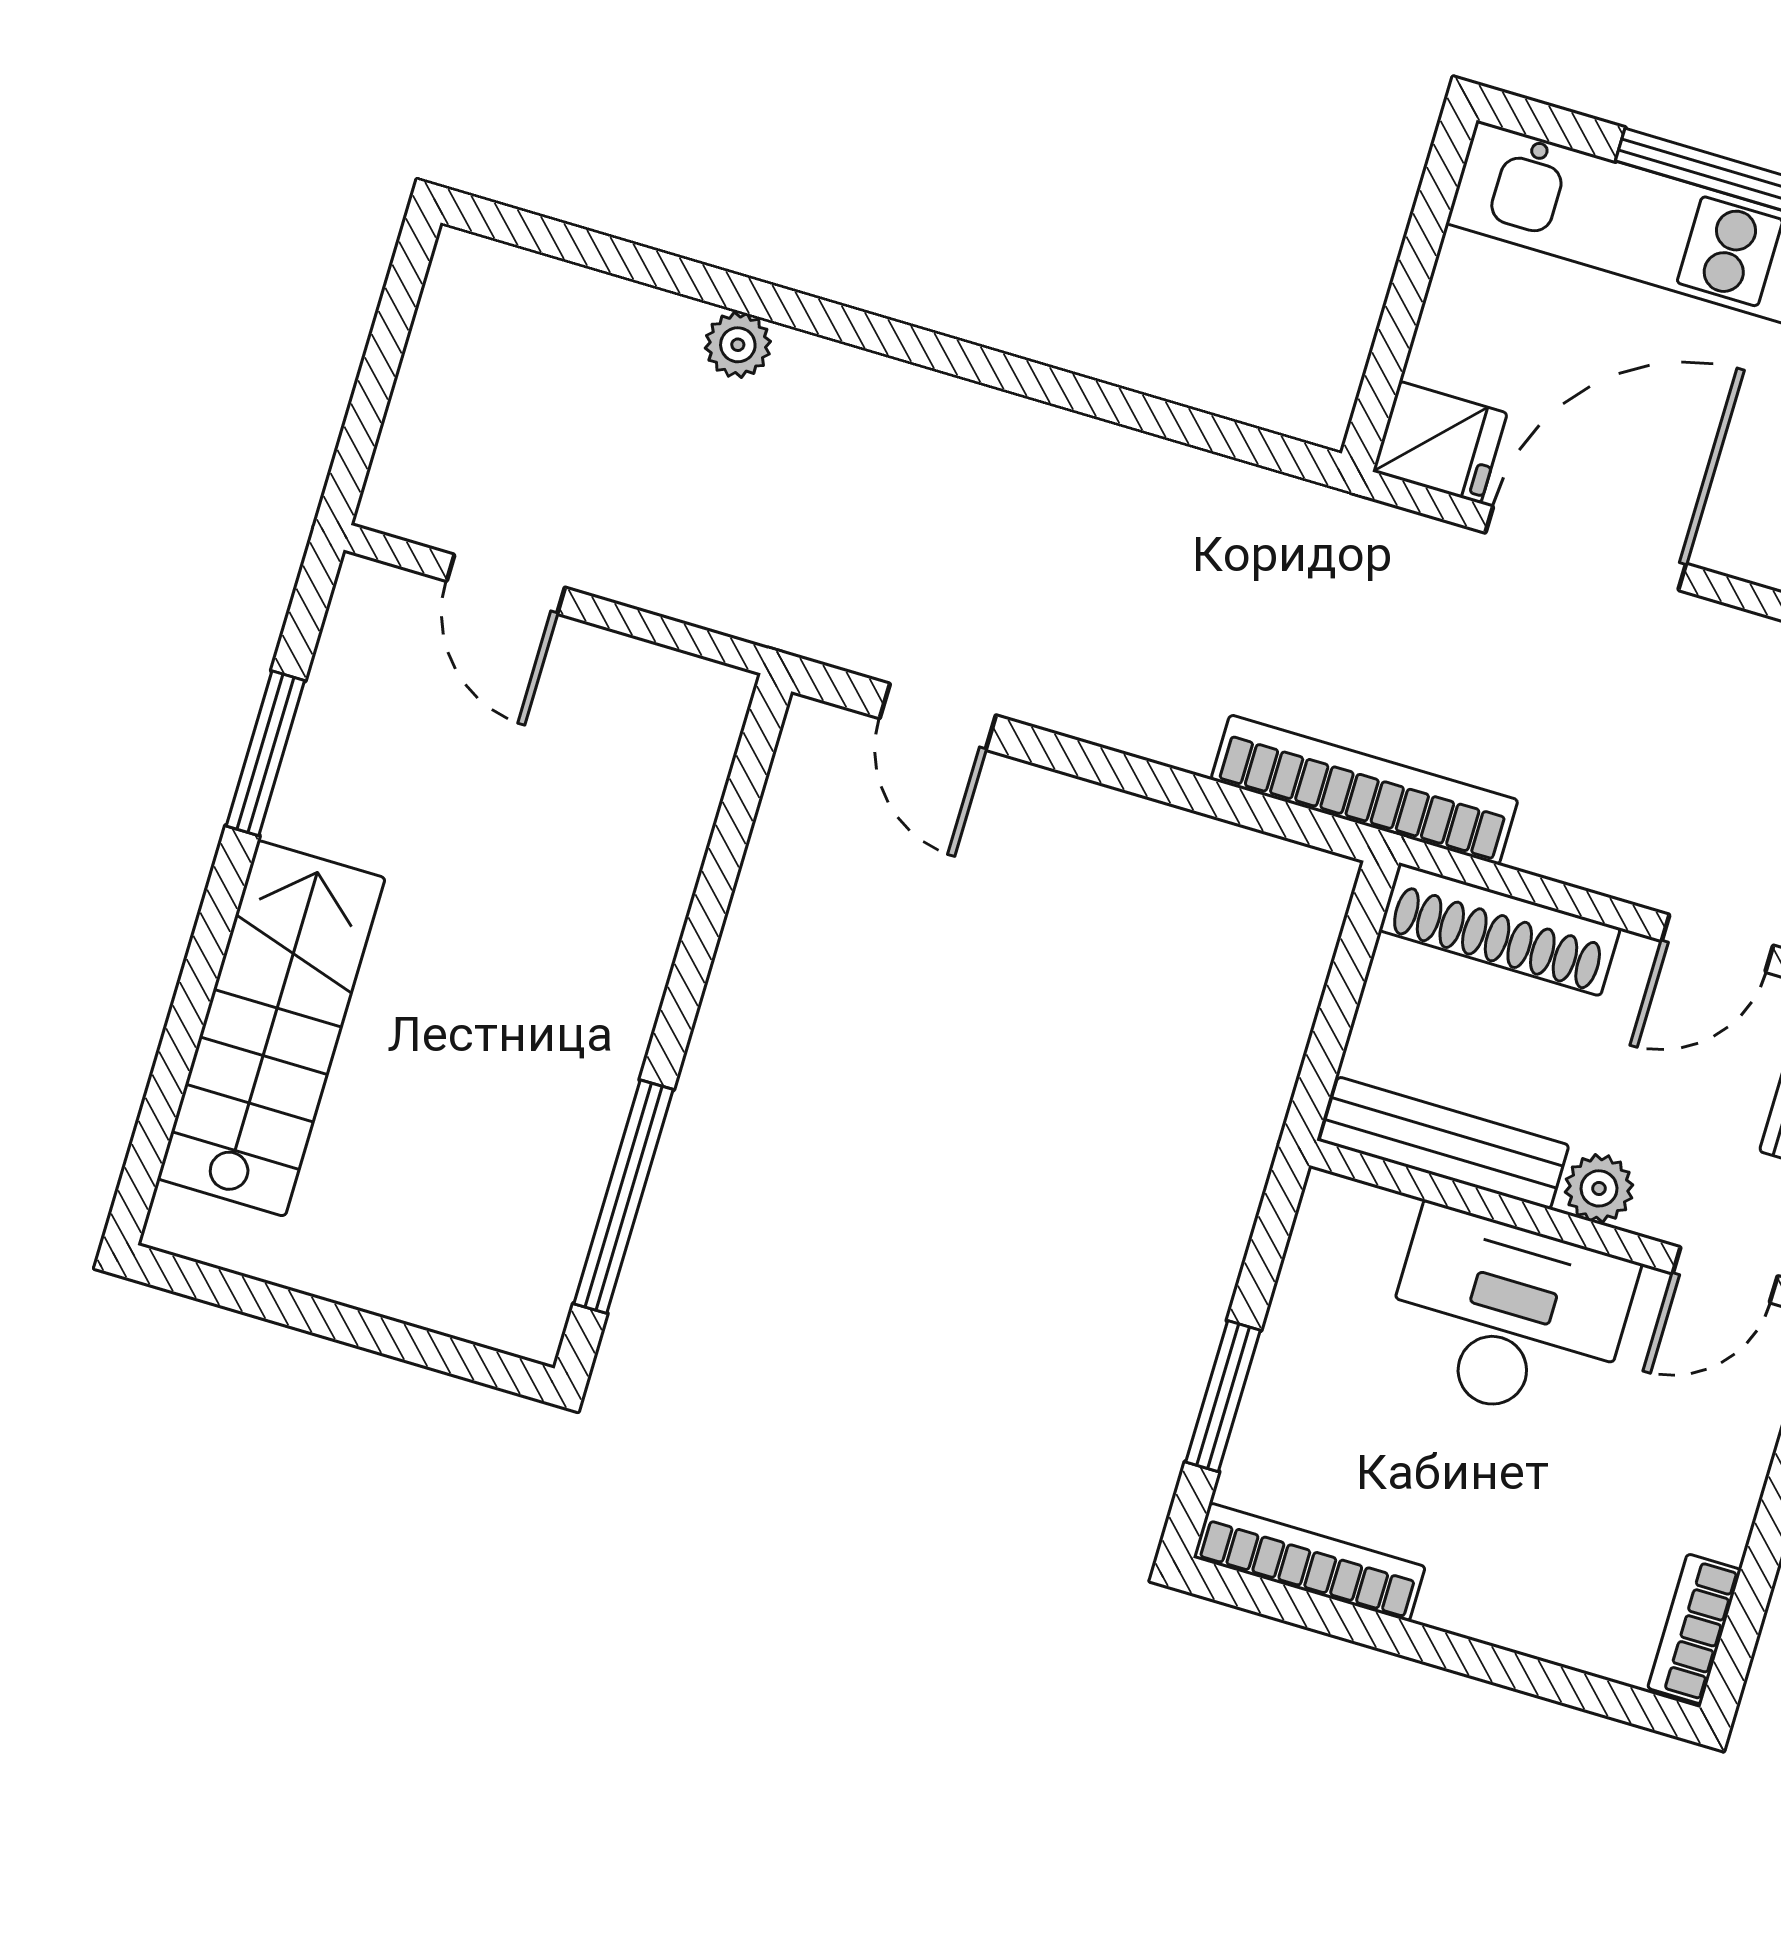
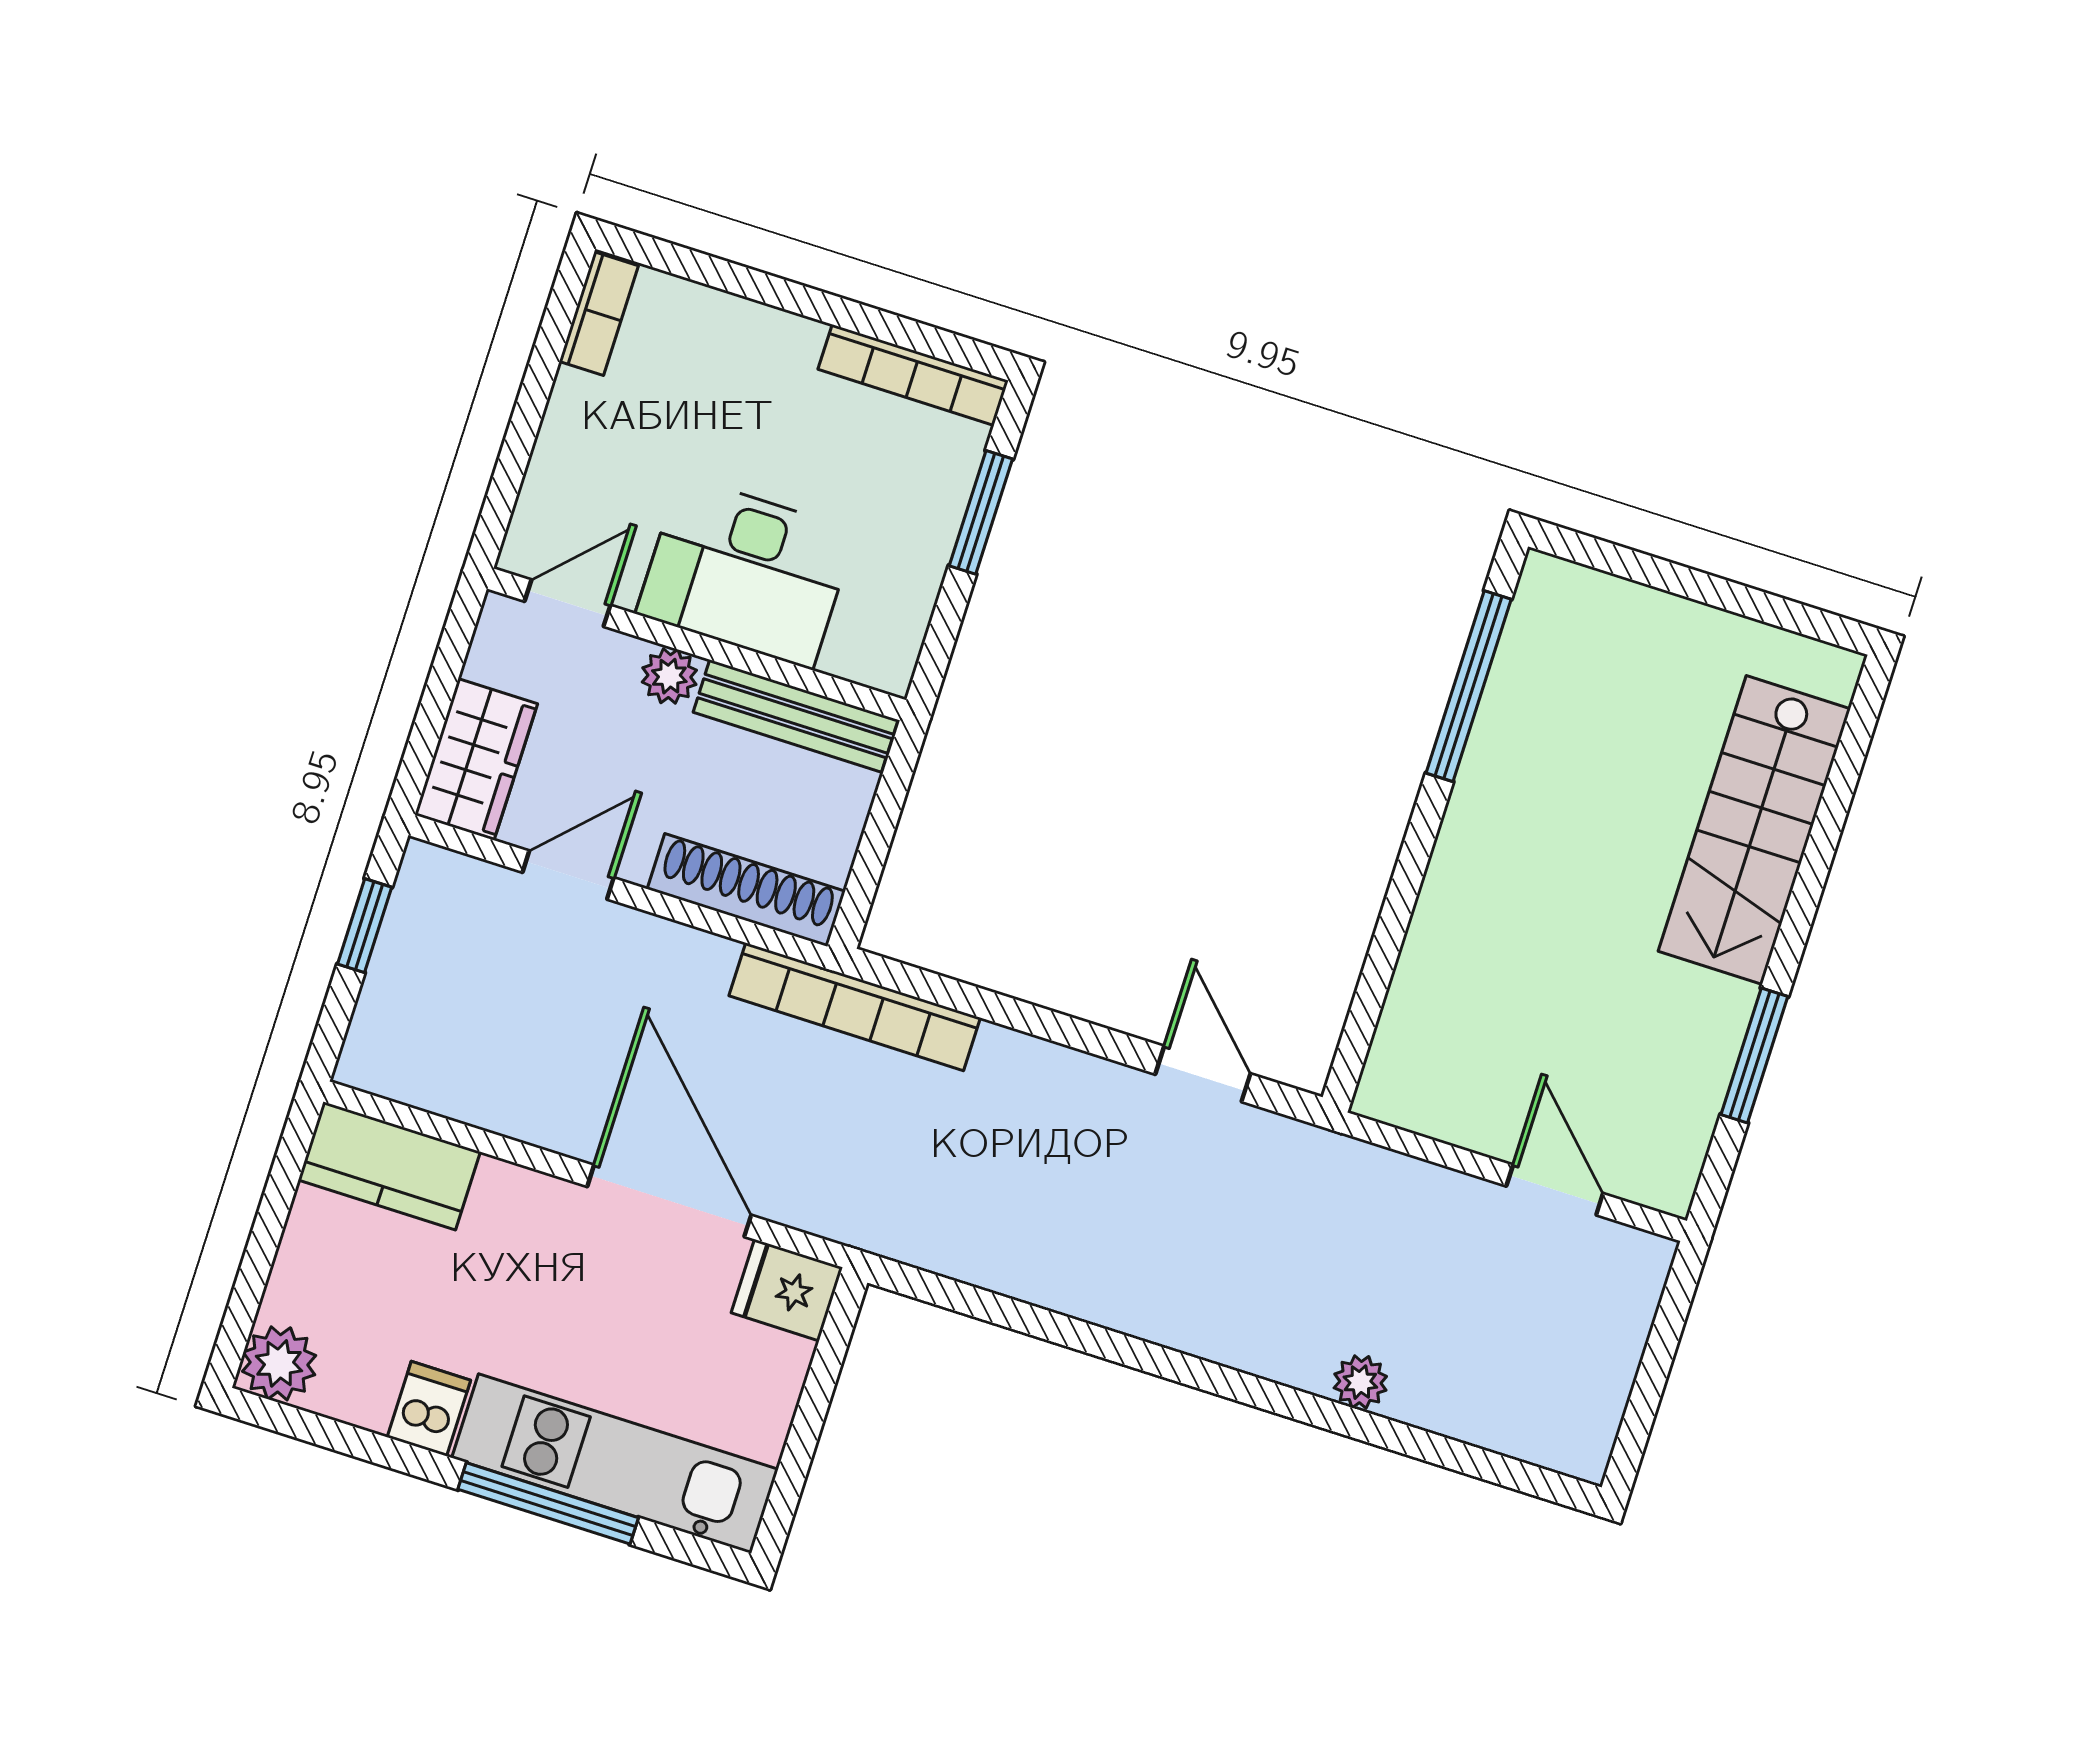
door: (1586, 548) -> (669, 1201), swing flipped

